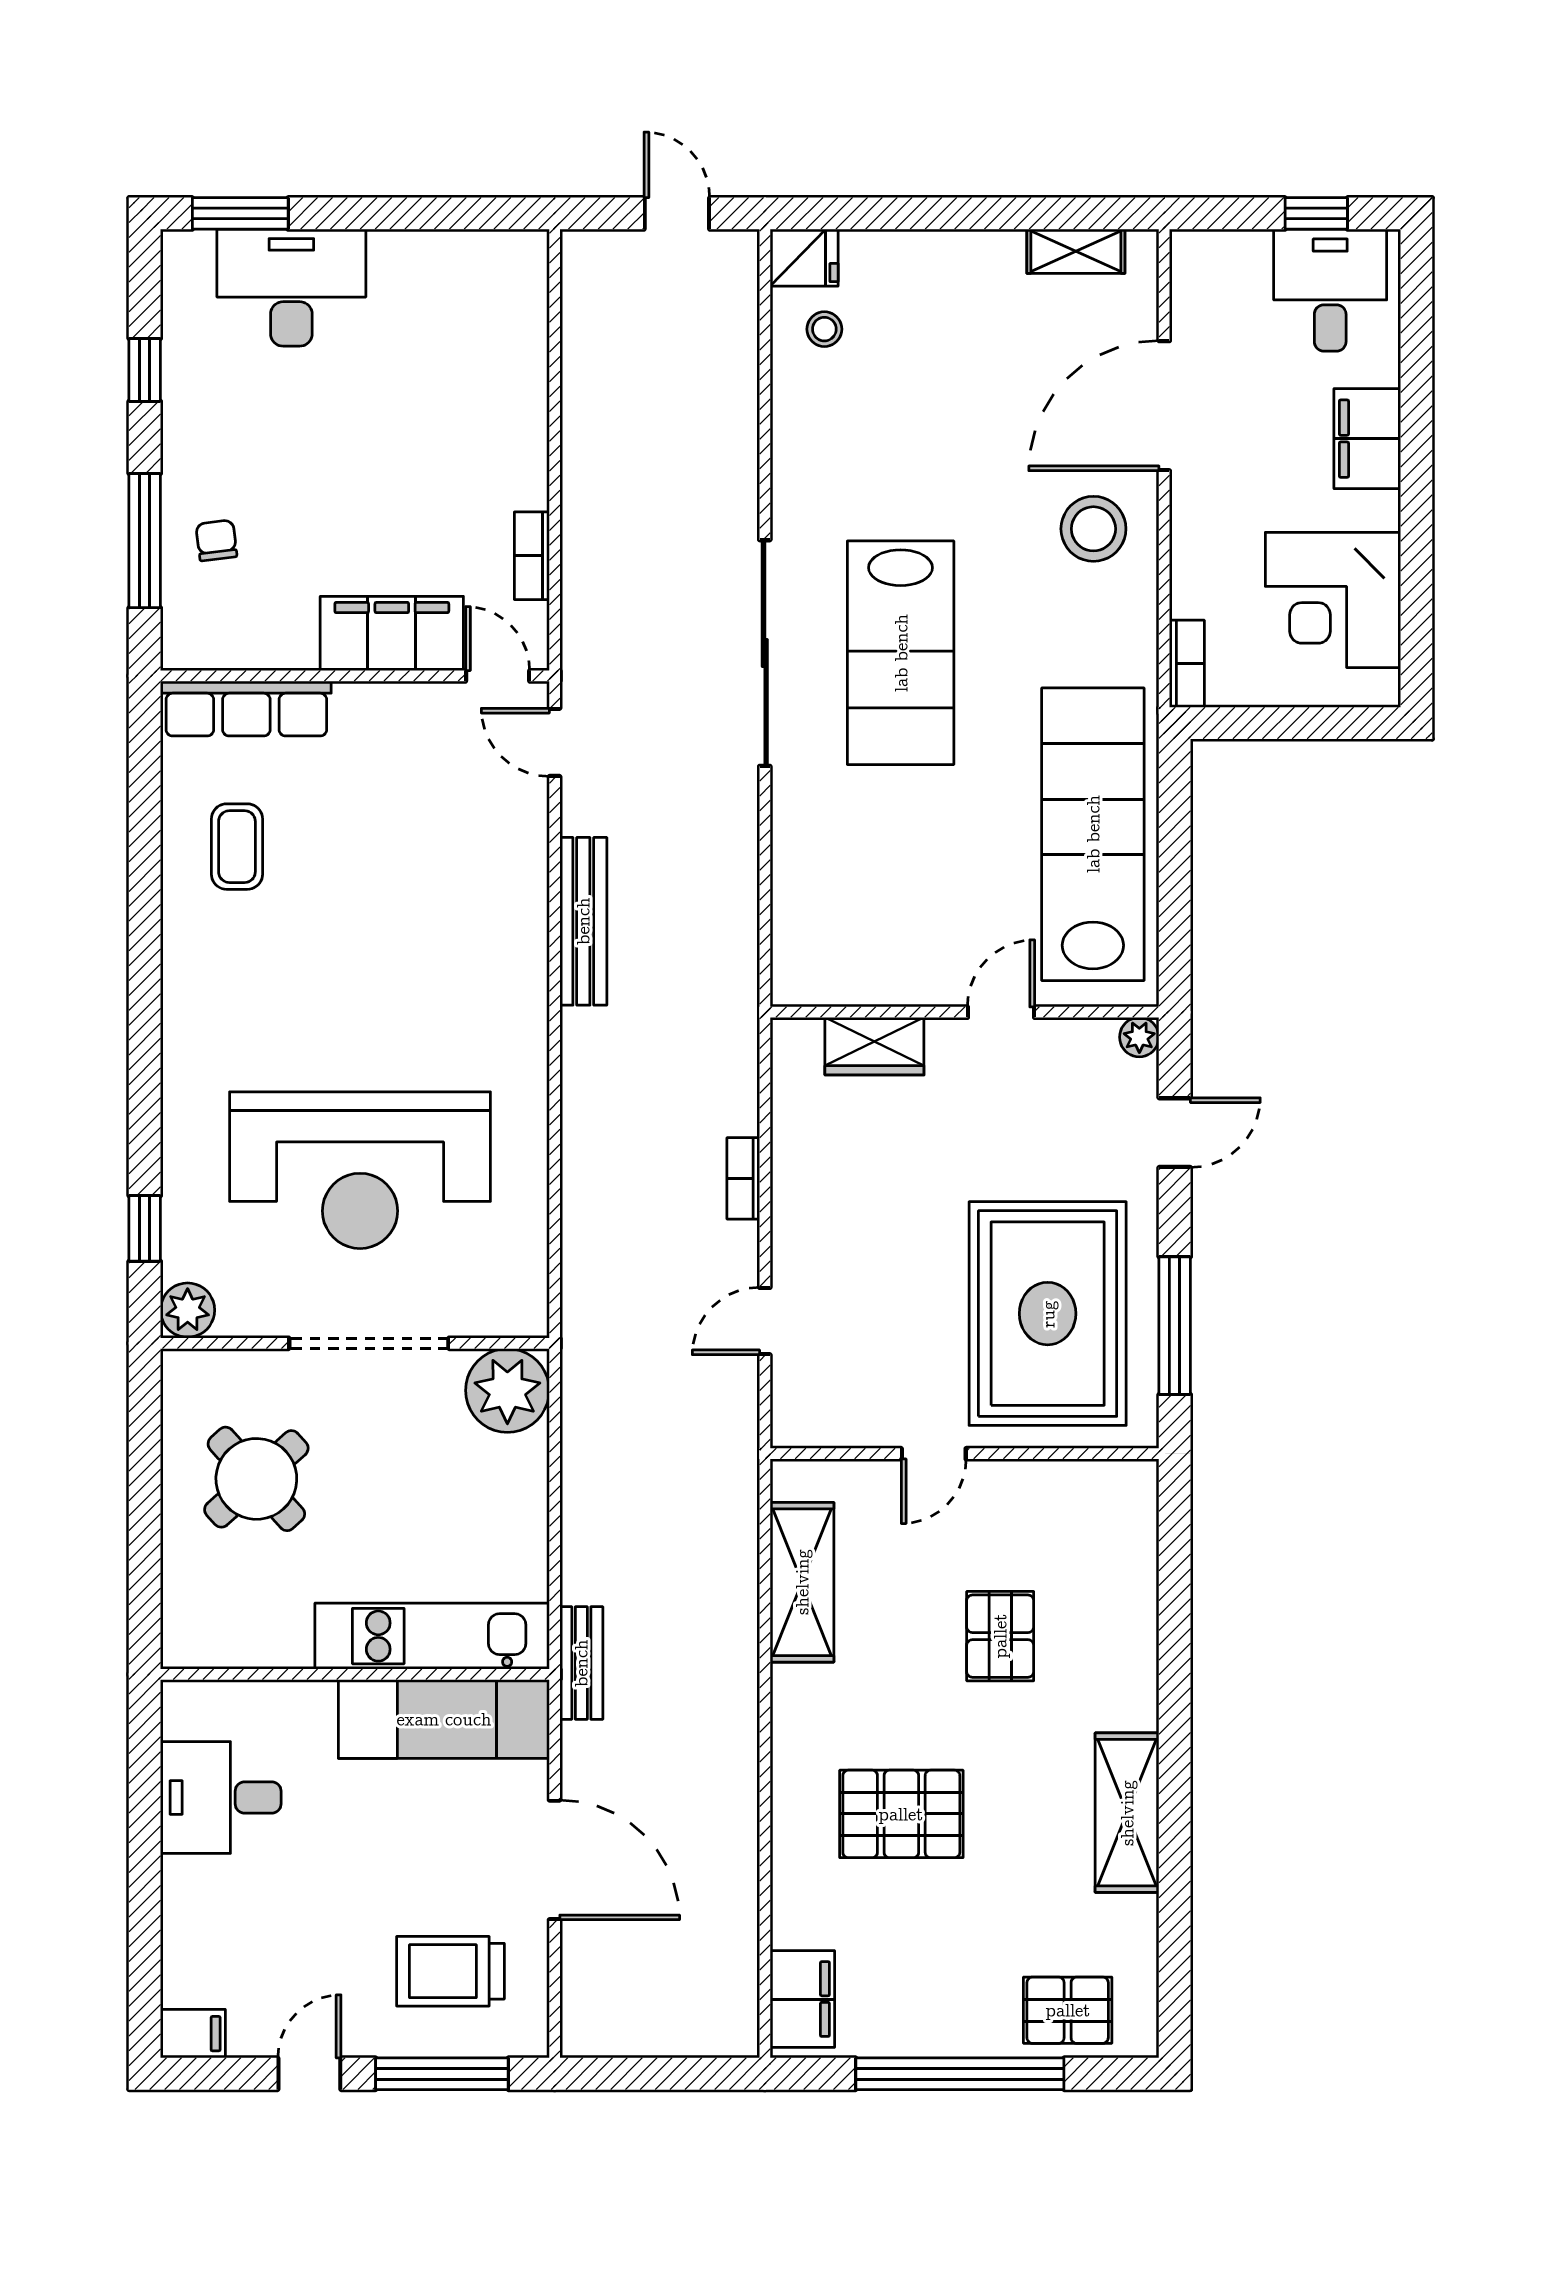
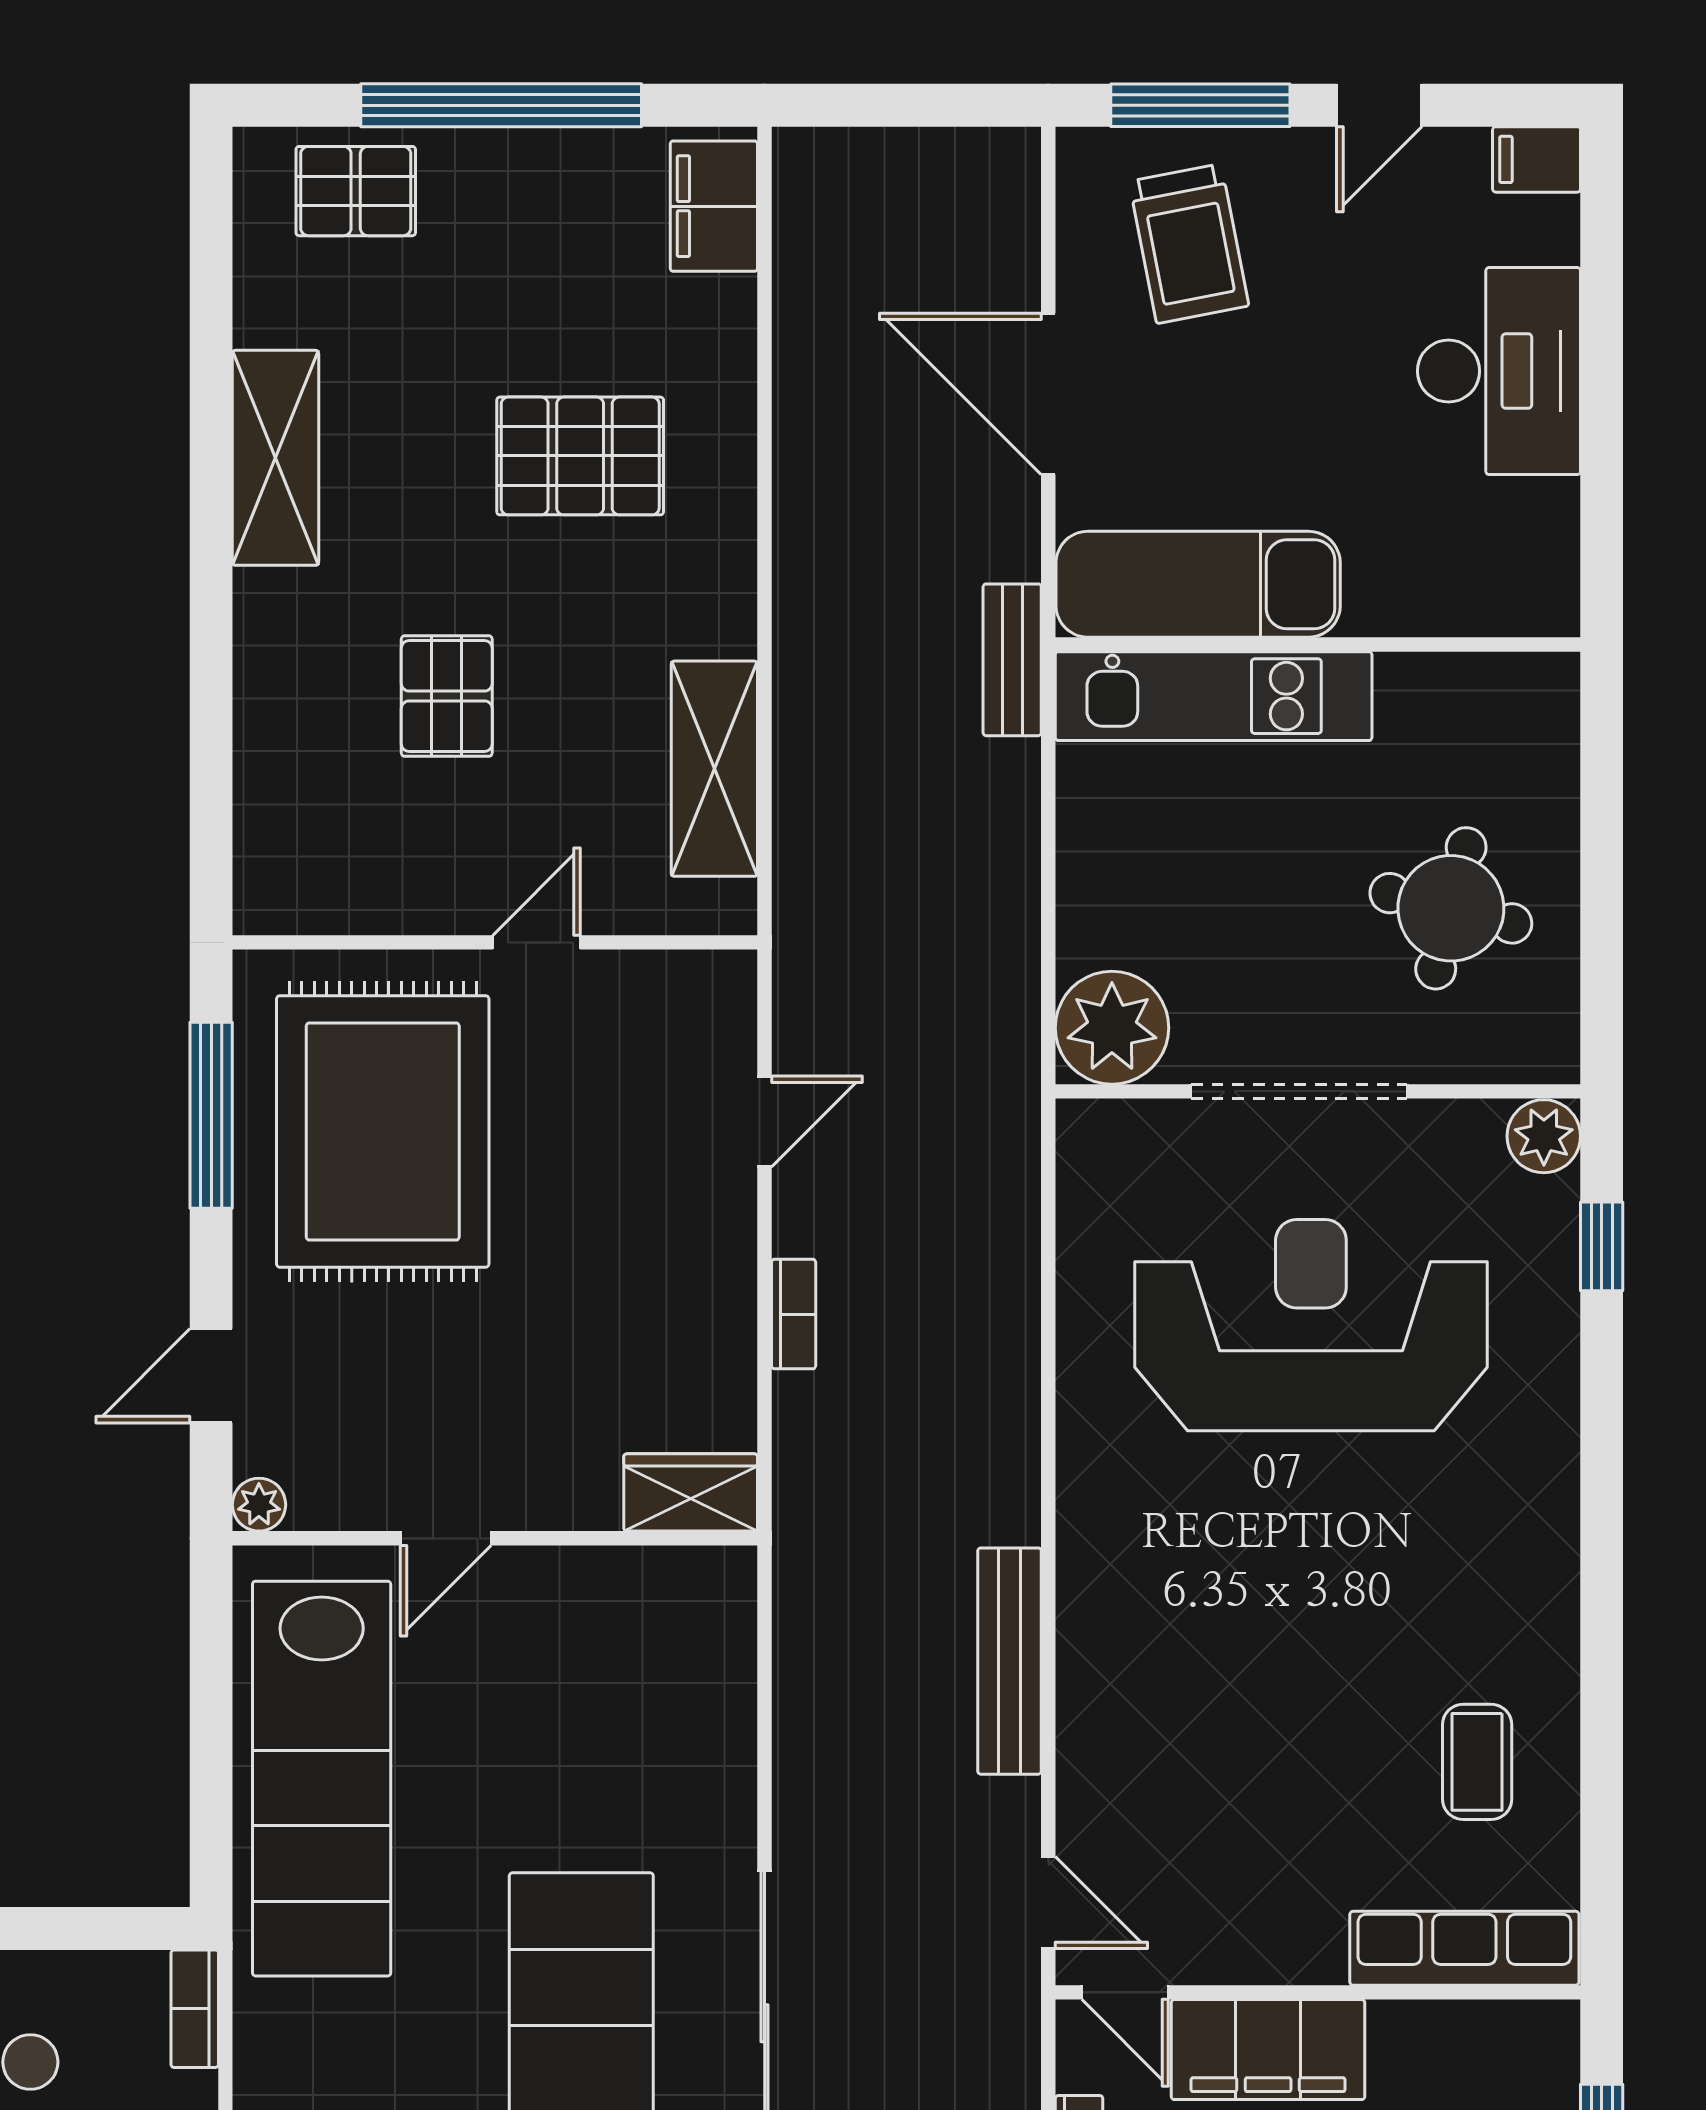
wardrobe: (874, 1046) -> (691, 1492), moved
round table: (256, 1479) -> (1451, 908), turned -34
desk: (221, 1798) -> (1499, 371), moved, width x1.37
trolley: (450, 1971) -> (1189, 244), turned 79

